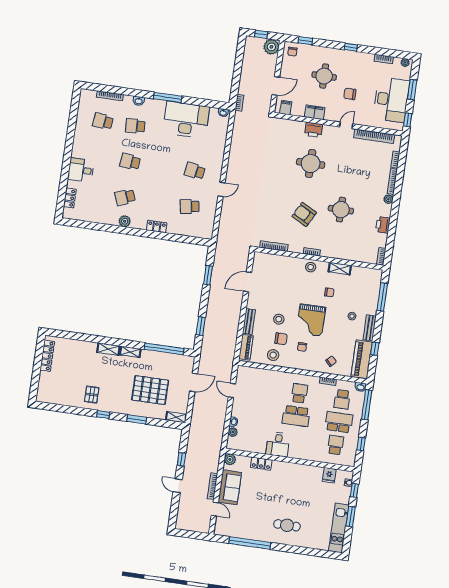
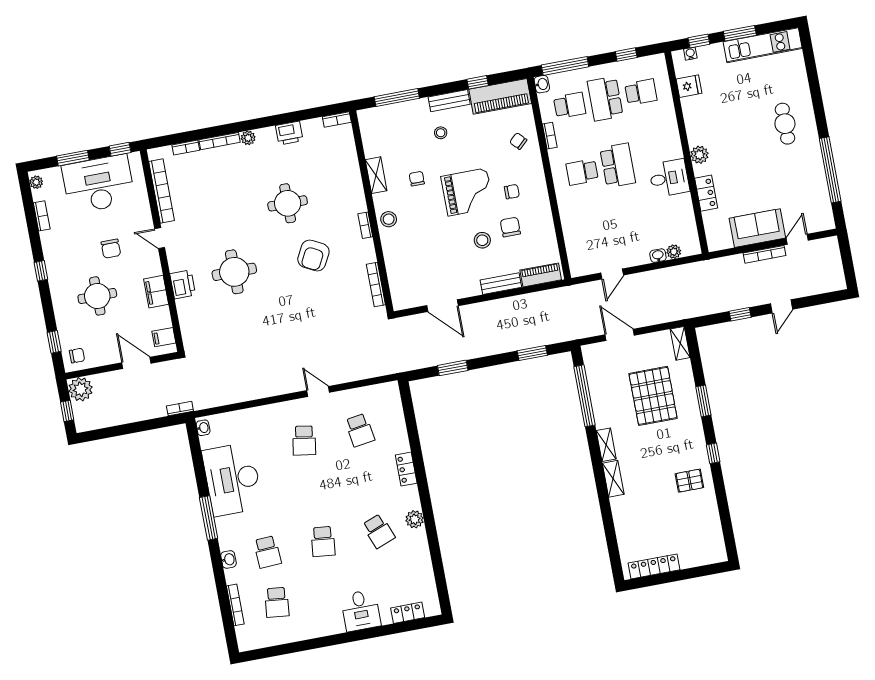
stool: (273, 355) -> (538, 231), removed
school desk: (336, 445) -> (641, 92), turned 180
plant: (230, 459) -> (699, 155), moved

